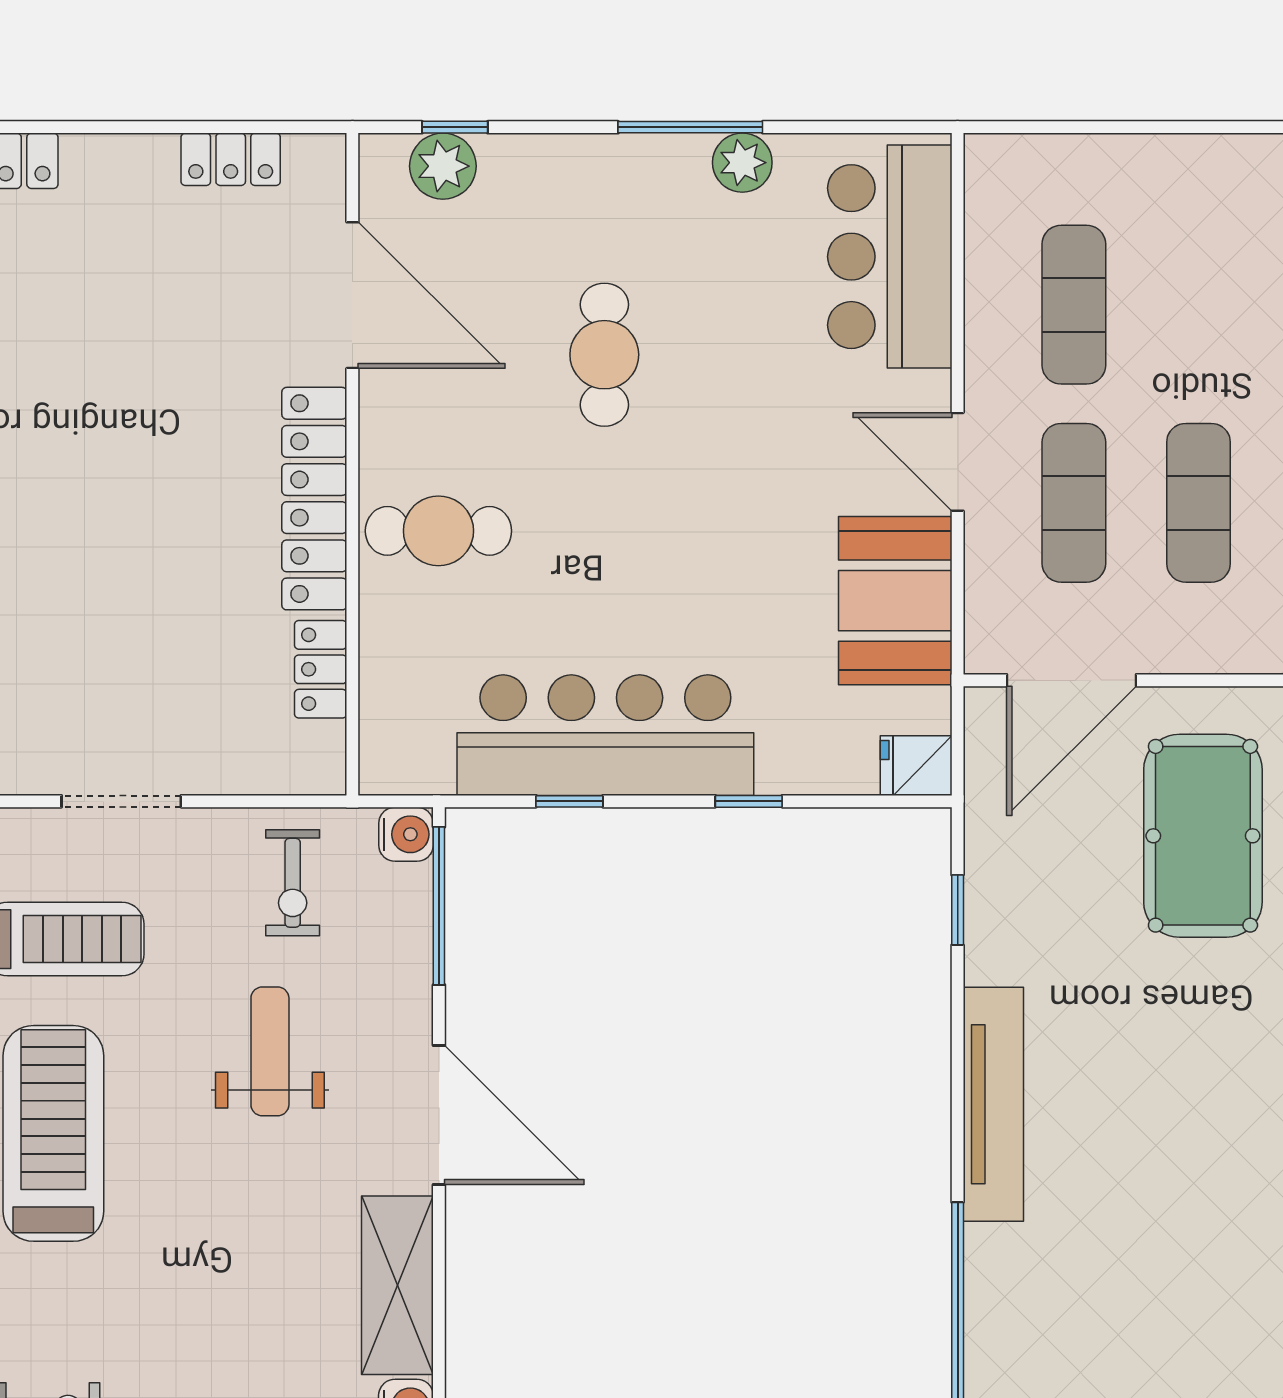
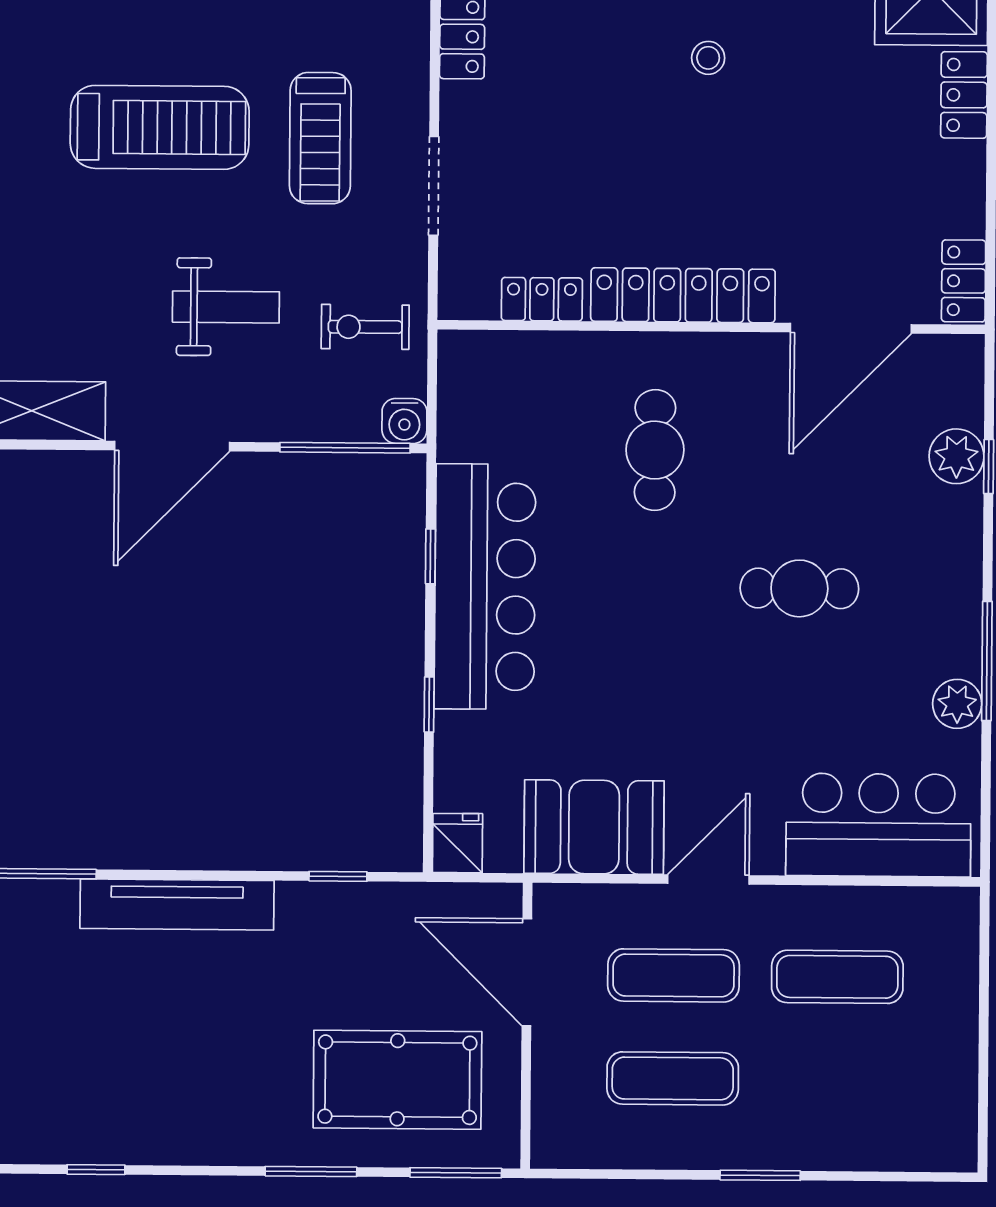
door: (352, 295) -> (851, 328), moved
wall: (352, 464) -> (711, 327), moved
locker: (314, 499) -> (683, 295), moved
locker: (321, 669) -> (542, 299), moved

